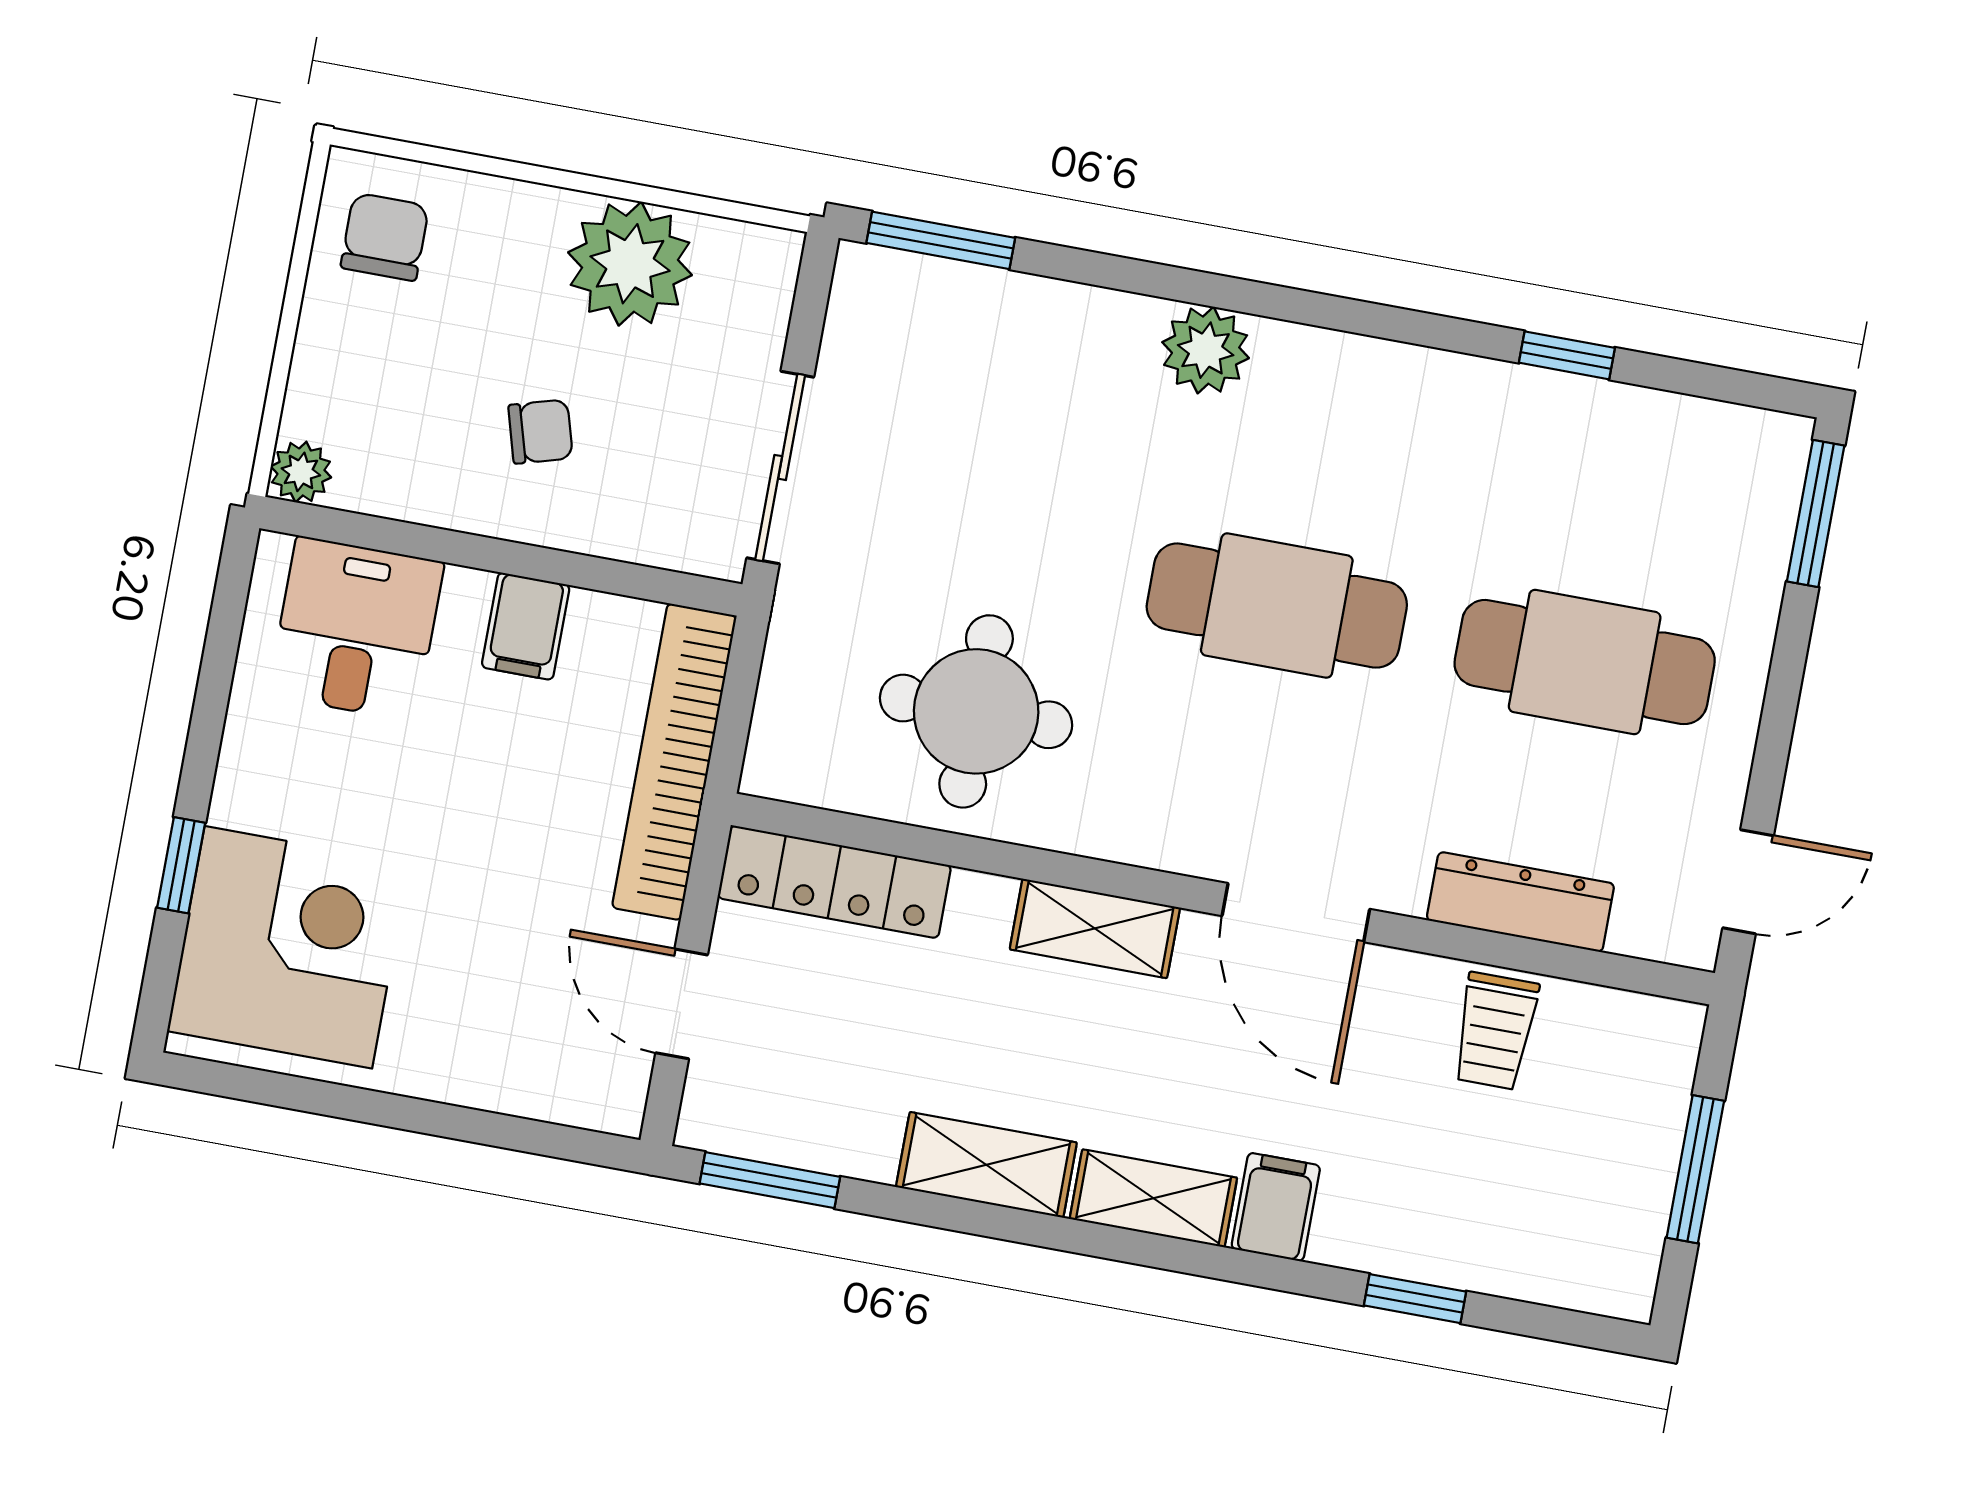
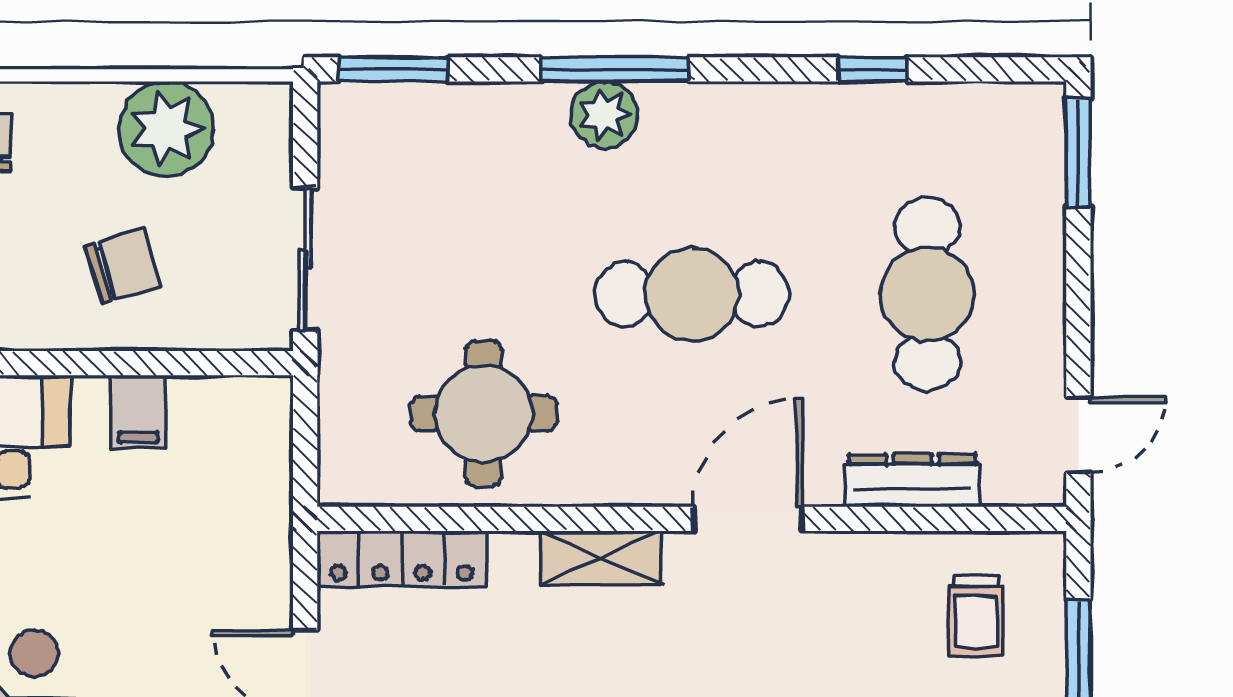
window: (1230, 293) -> (615, 69), added
chair: (540, 432) -> (123, 265), width x1.37, depth x1.37
cafe table: (1585, 662) -> (927, 294), turned 90
bookcase: (674, 762) -> (267, 492), removed
door: (1296, 913) -> (748, 519), swing flipped
trolley: (1495, 1031) -> (976, 616), moved

